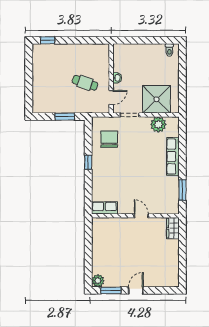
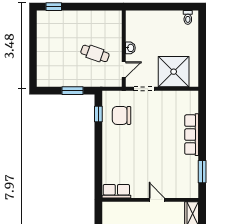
plant: (158, 124) -> (176, 99), removed
chair: (109, 139) -> (122, 115), turned -90
window: (88, 162) -> (98, 114), moved

